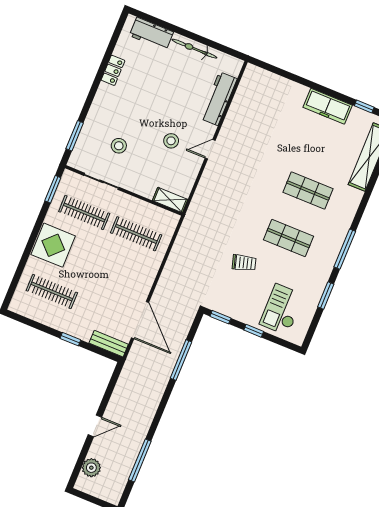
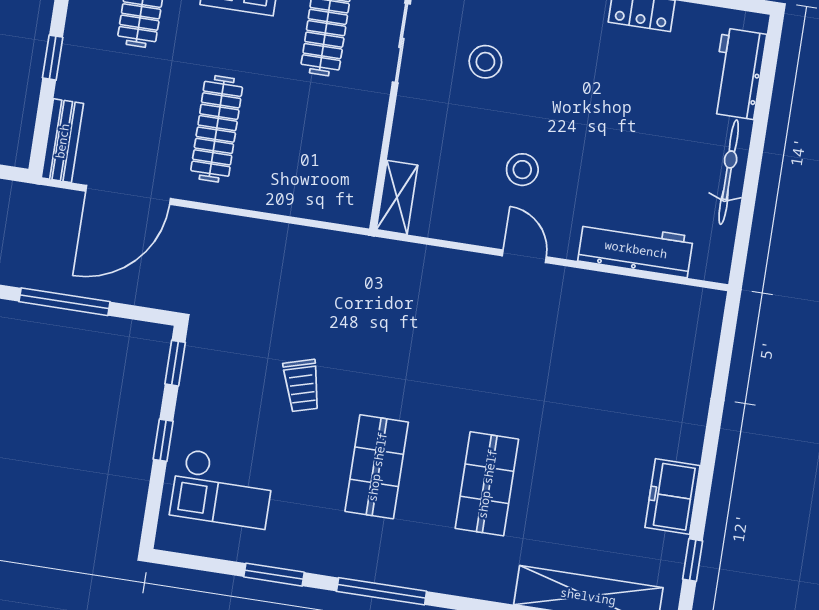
freezer: (328, 106) -> (672, 496), width x0.71
clothes rail: (136, 234) -> (217, 129), moved
checkout: (282, 309) -> (222, 489), turned 180

